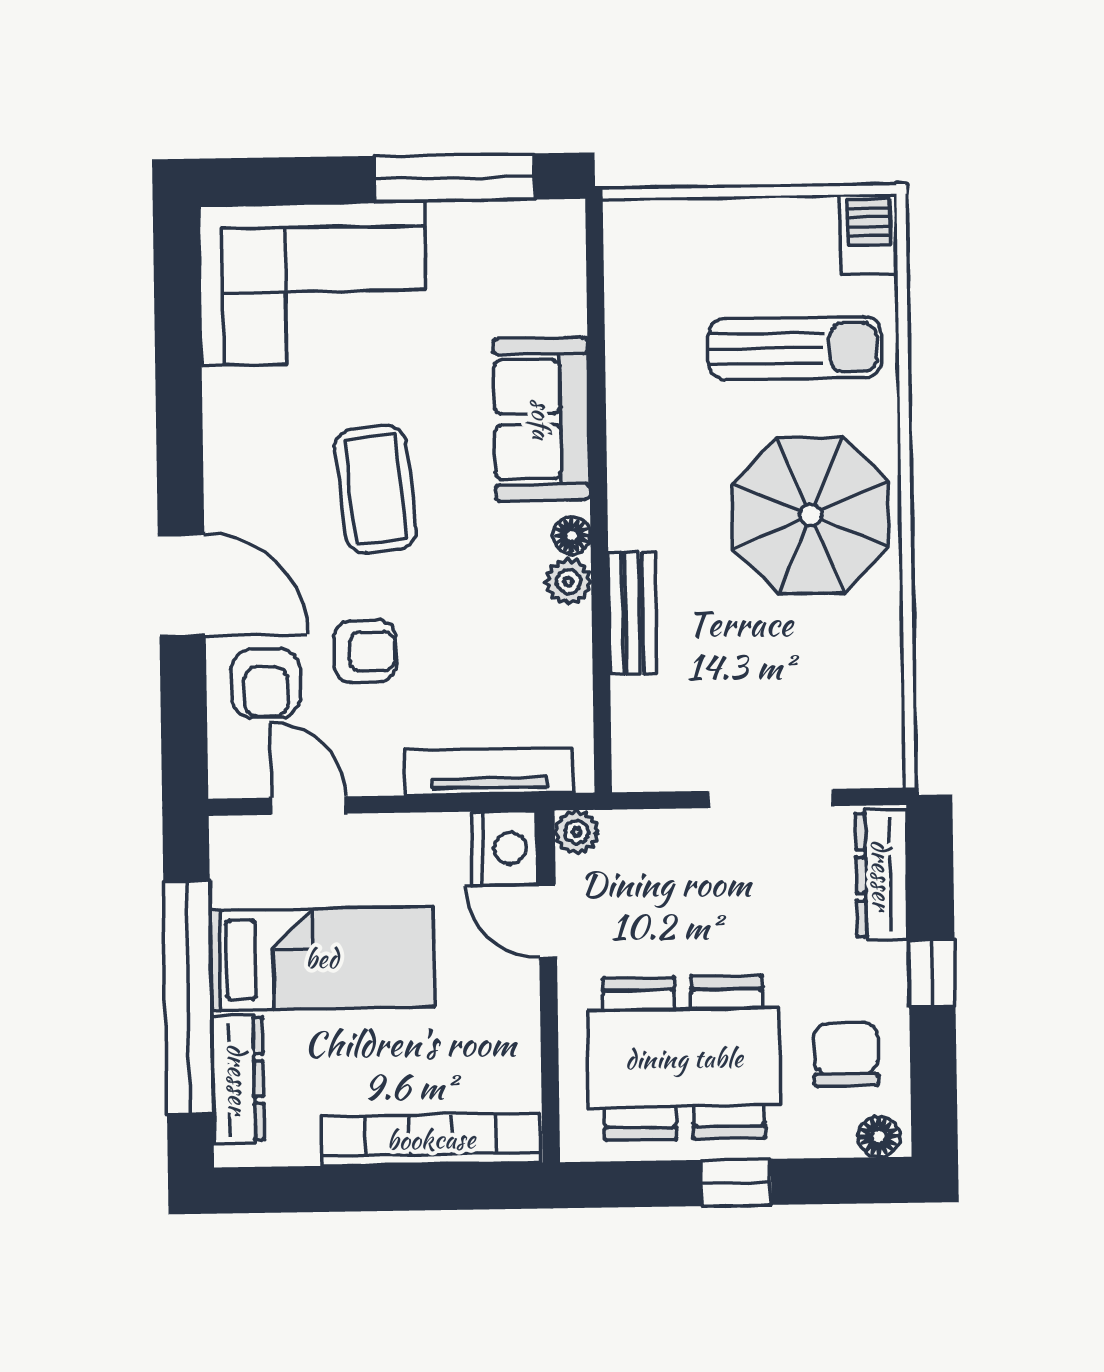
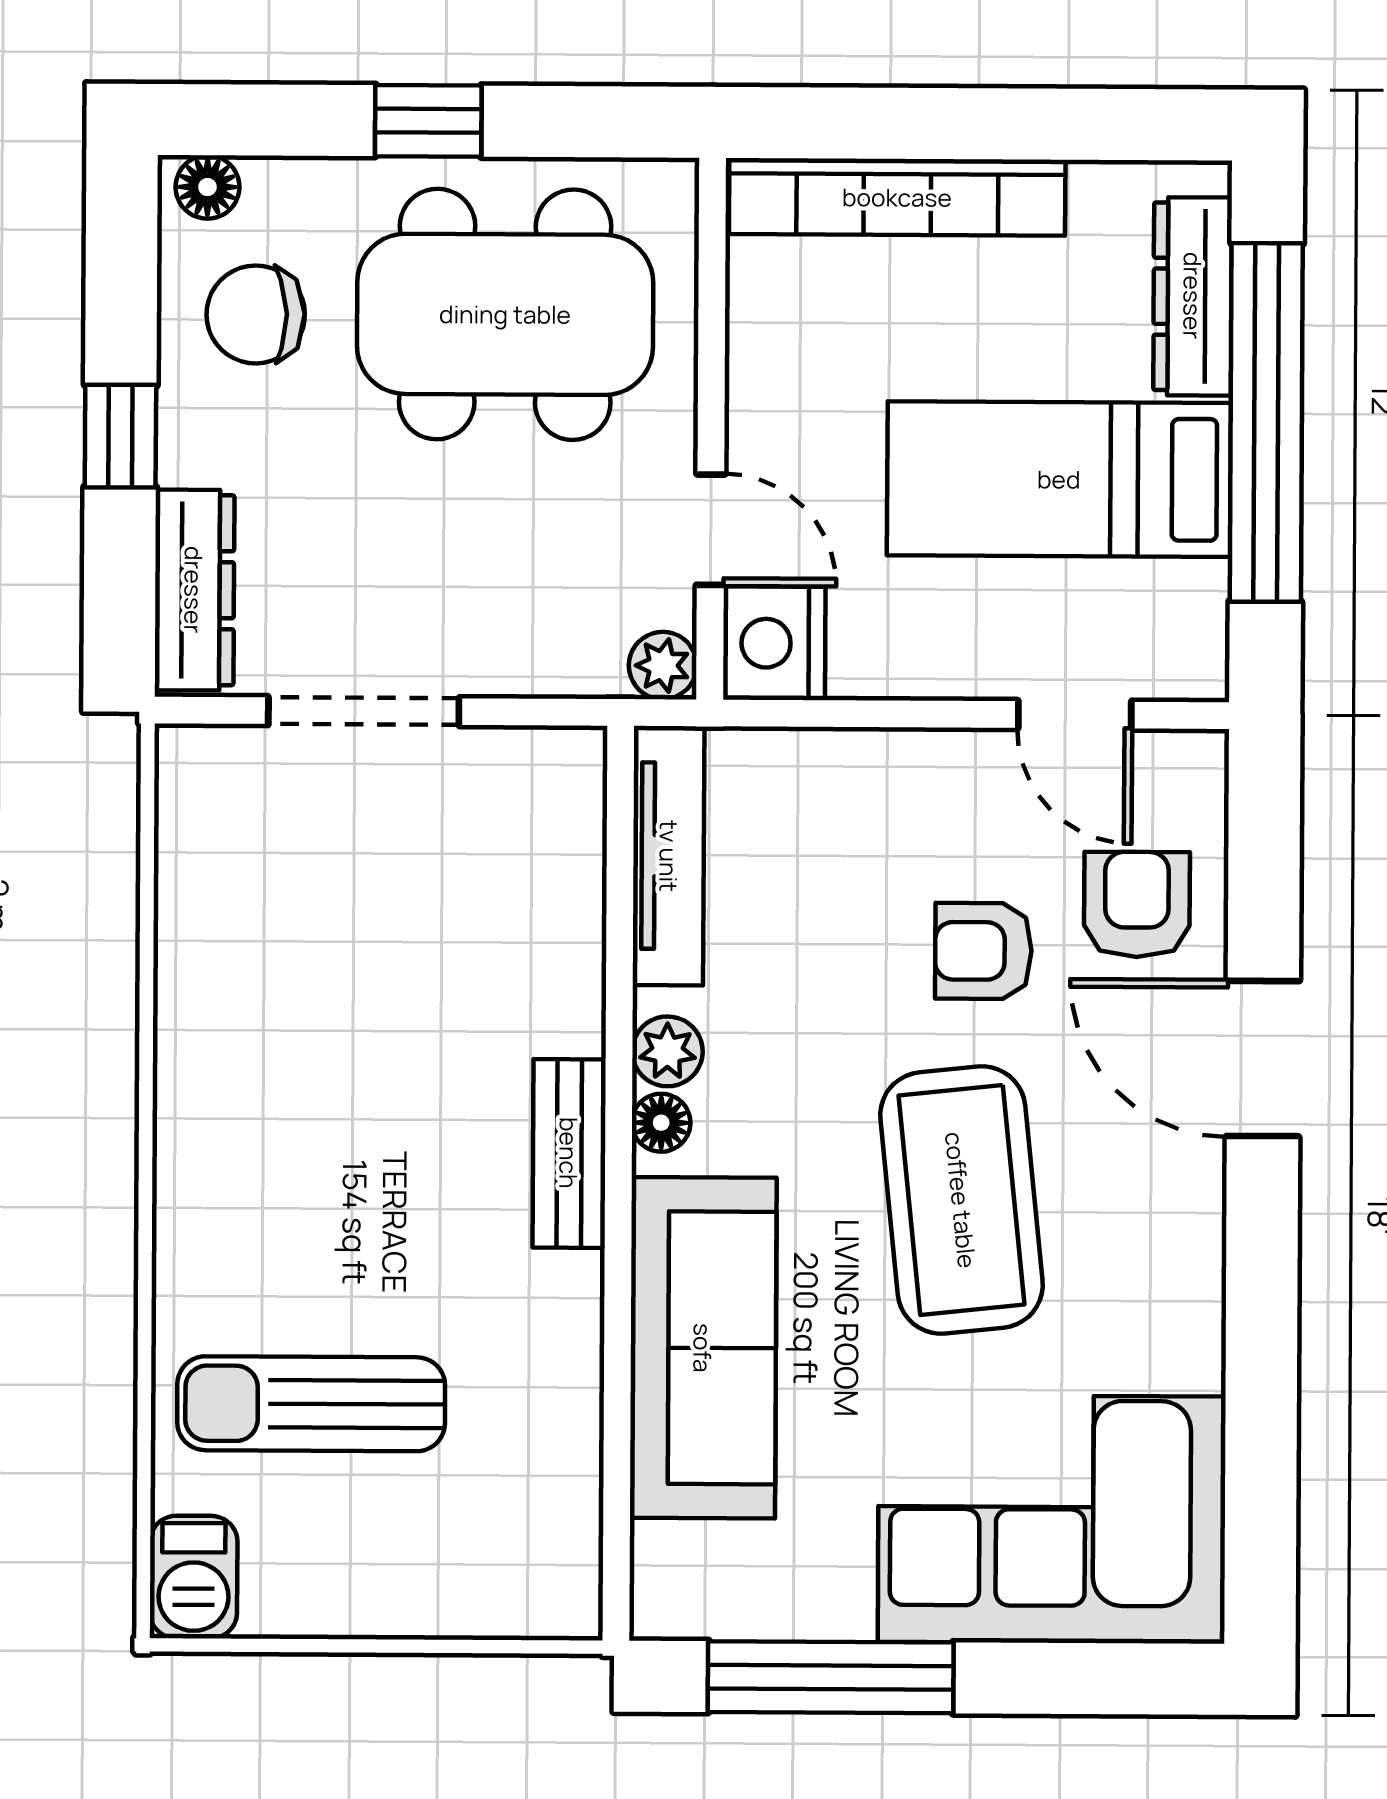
sofa: (542, 419) -> (703, 1348), width x1.36
coffee table: (376, 489) -> (961, 1200), width x1.36, depth x1.32
parasol: (811, 515) -> (292, 1146), removed
bench: (632, 613) -> (569, 1153), moved
tv unit: (489, 771) -> (669, 856), moved, turned -90
chair: (846, 1054) -> (256, 314), turned 89

